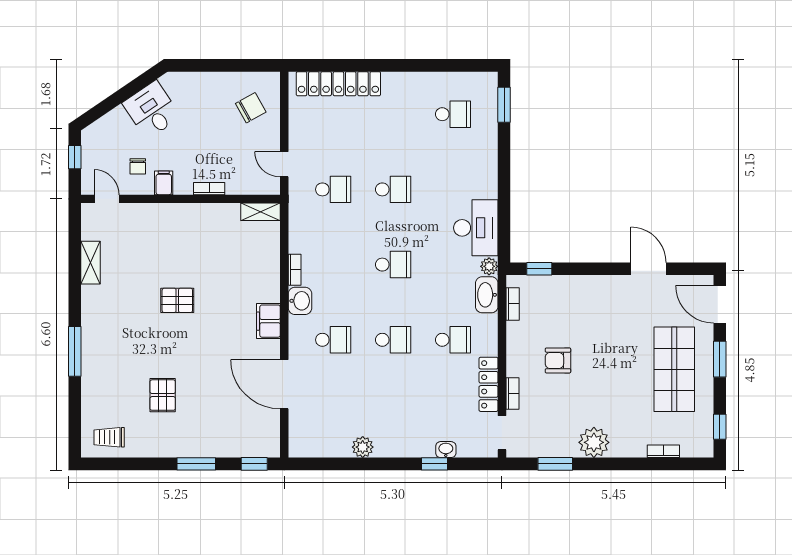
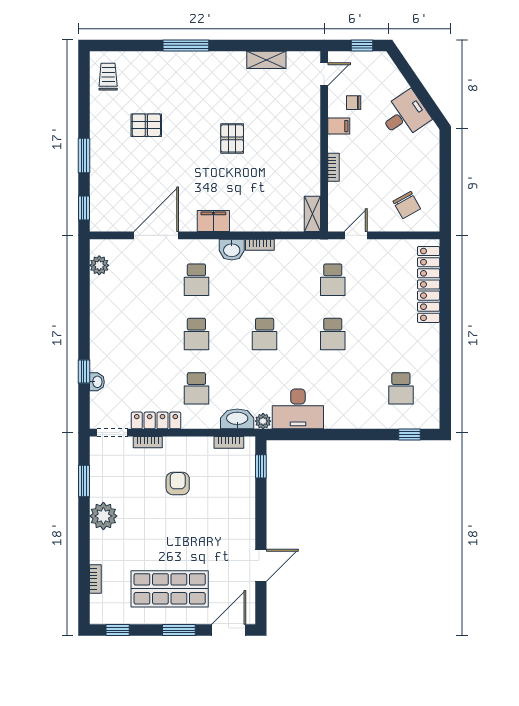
window: (504, 105) -> (409, 435), width x0.67
plant: (363, 447) -> (99, 265), moved

